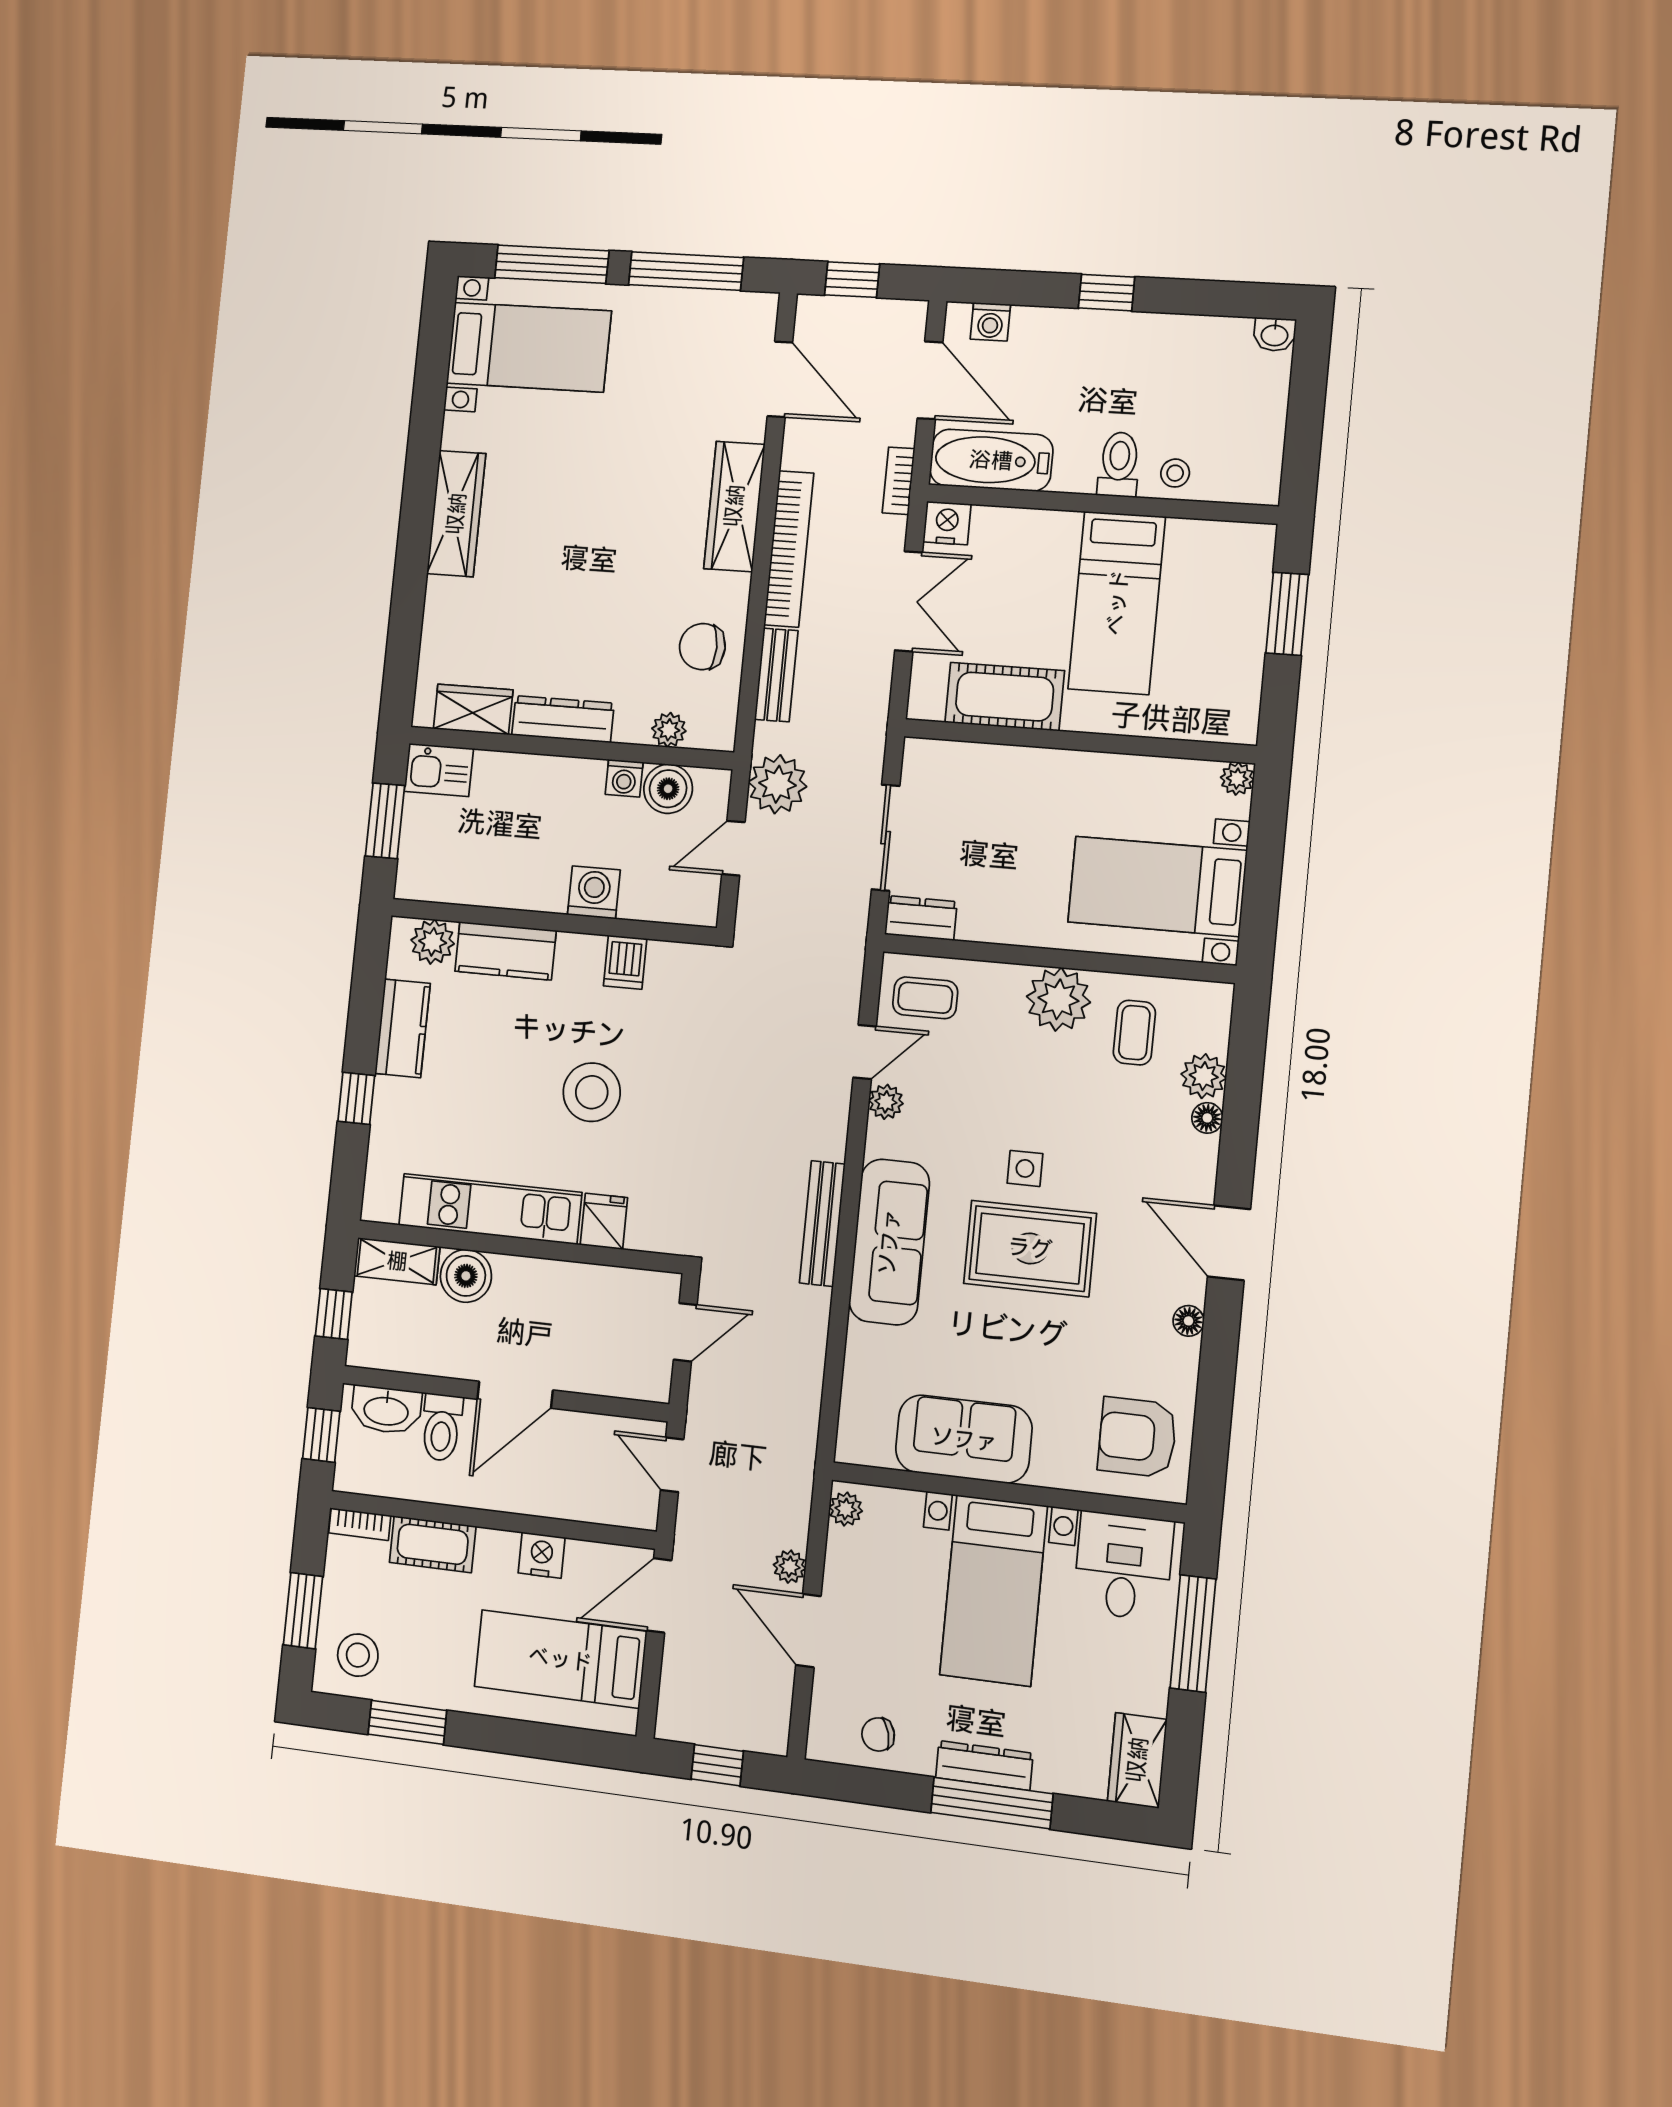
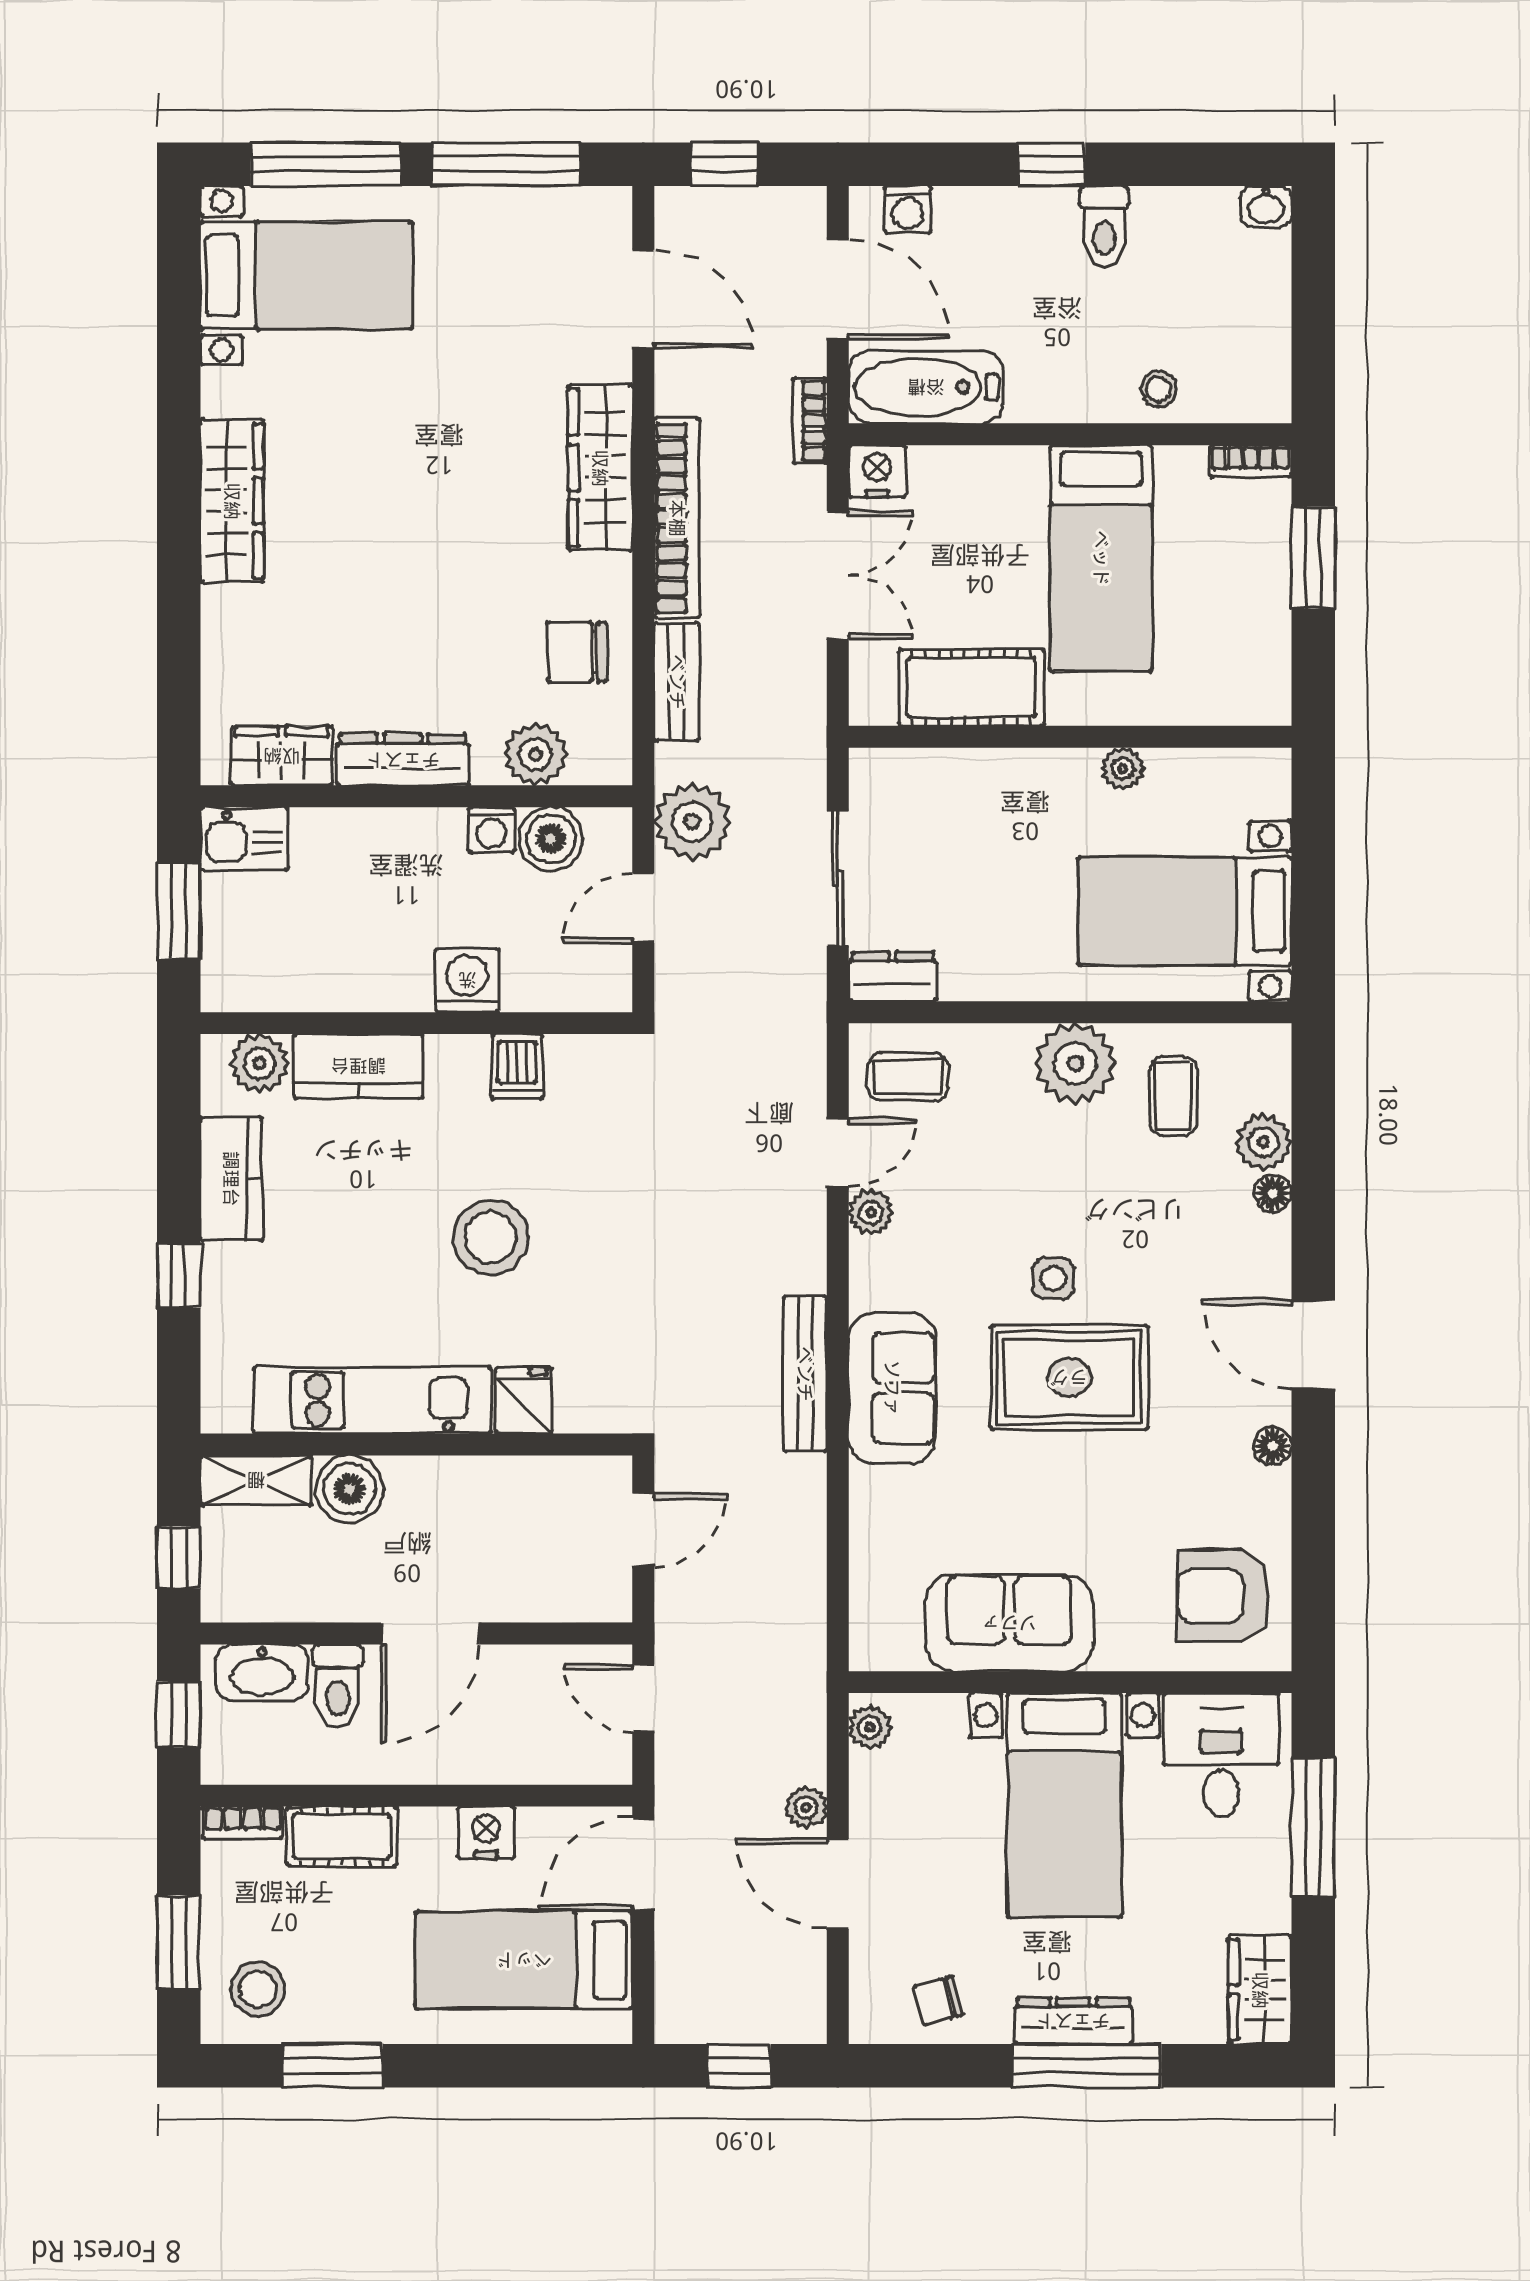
toilet: (1119, 464) -> (1104, 227), moved, turned 180
bookcase: (1244, 534) -> (1251, 461), added
plant: (669, 730) -> (535, 754), width x1.38, depth x1.38
plant: (1237, 779) -> (1123, 768), moved
sofa: (889, 1242) -> (892, 1388), width x0.73

